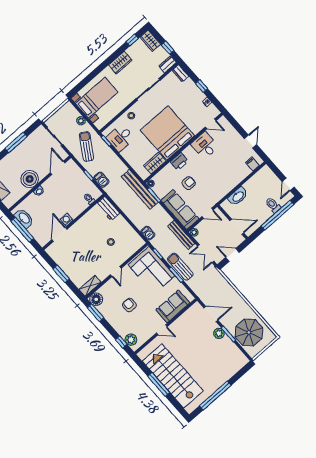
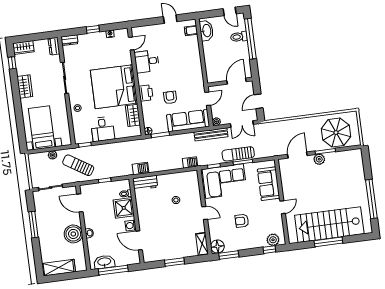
window: (168, 48) -> (40, 36), removed
desk: (120, 138) -> (103, 129), moved
barbecue: (101, 180) -> (140, 169), moved
bench: (140, 189) -> (147, 144), removed
washbasin: (238, 196) -> (206, 31), moved
shower: (77, 205) -> (124, 208), added

